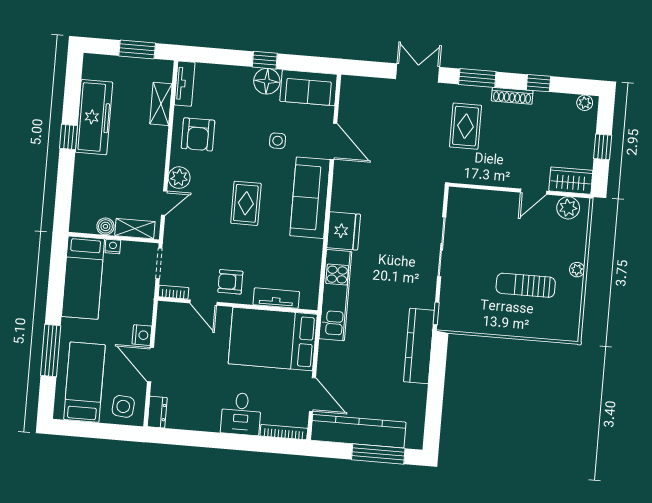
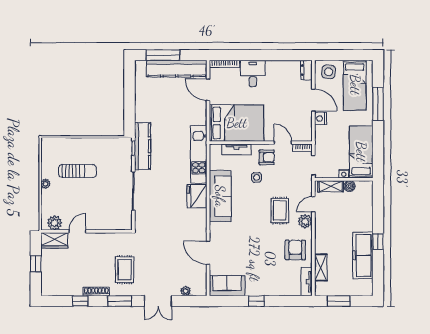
floor lamp: (267, 81) -> (254, 288), removed
plant: (585, 103) -> (186, 291), moved
side table: (278, 141) -> (256, 177), moved
sofa: (310, 198) -> (220, 196), moved
rug: (246, 203) -> (280, 211), moved
kitchen counter: (419, 346) -> (143, 146), moved

